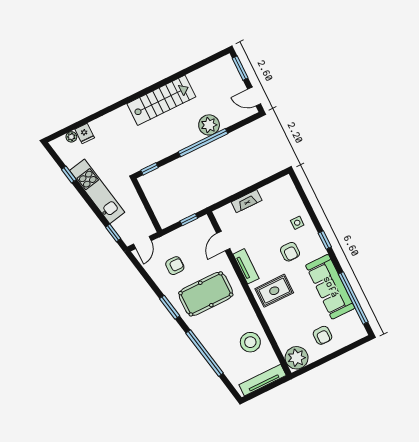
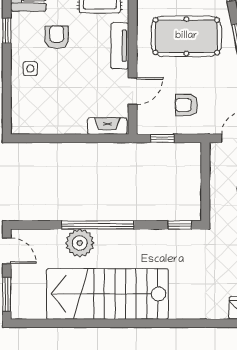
stairs: (161, 100) -> (107, 294), width x1.36, depth x1.51
fireplace: (247, 201) -> (107, 126), moved
armchair: (175, 266) -> (186, 105), moved

